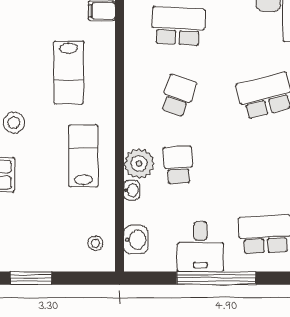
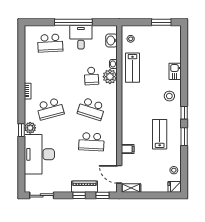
lab bench: (69, 72) -> (160, 134), moved
school desk: (178, 96) -> (91, 109), width x1.85
lab bench: (83, 156) -> (132, 68), moved

